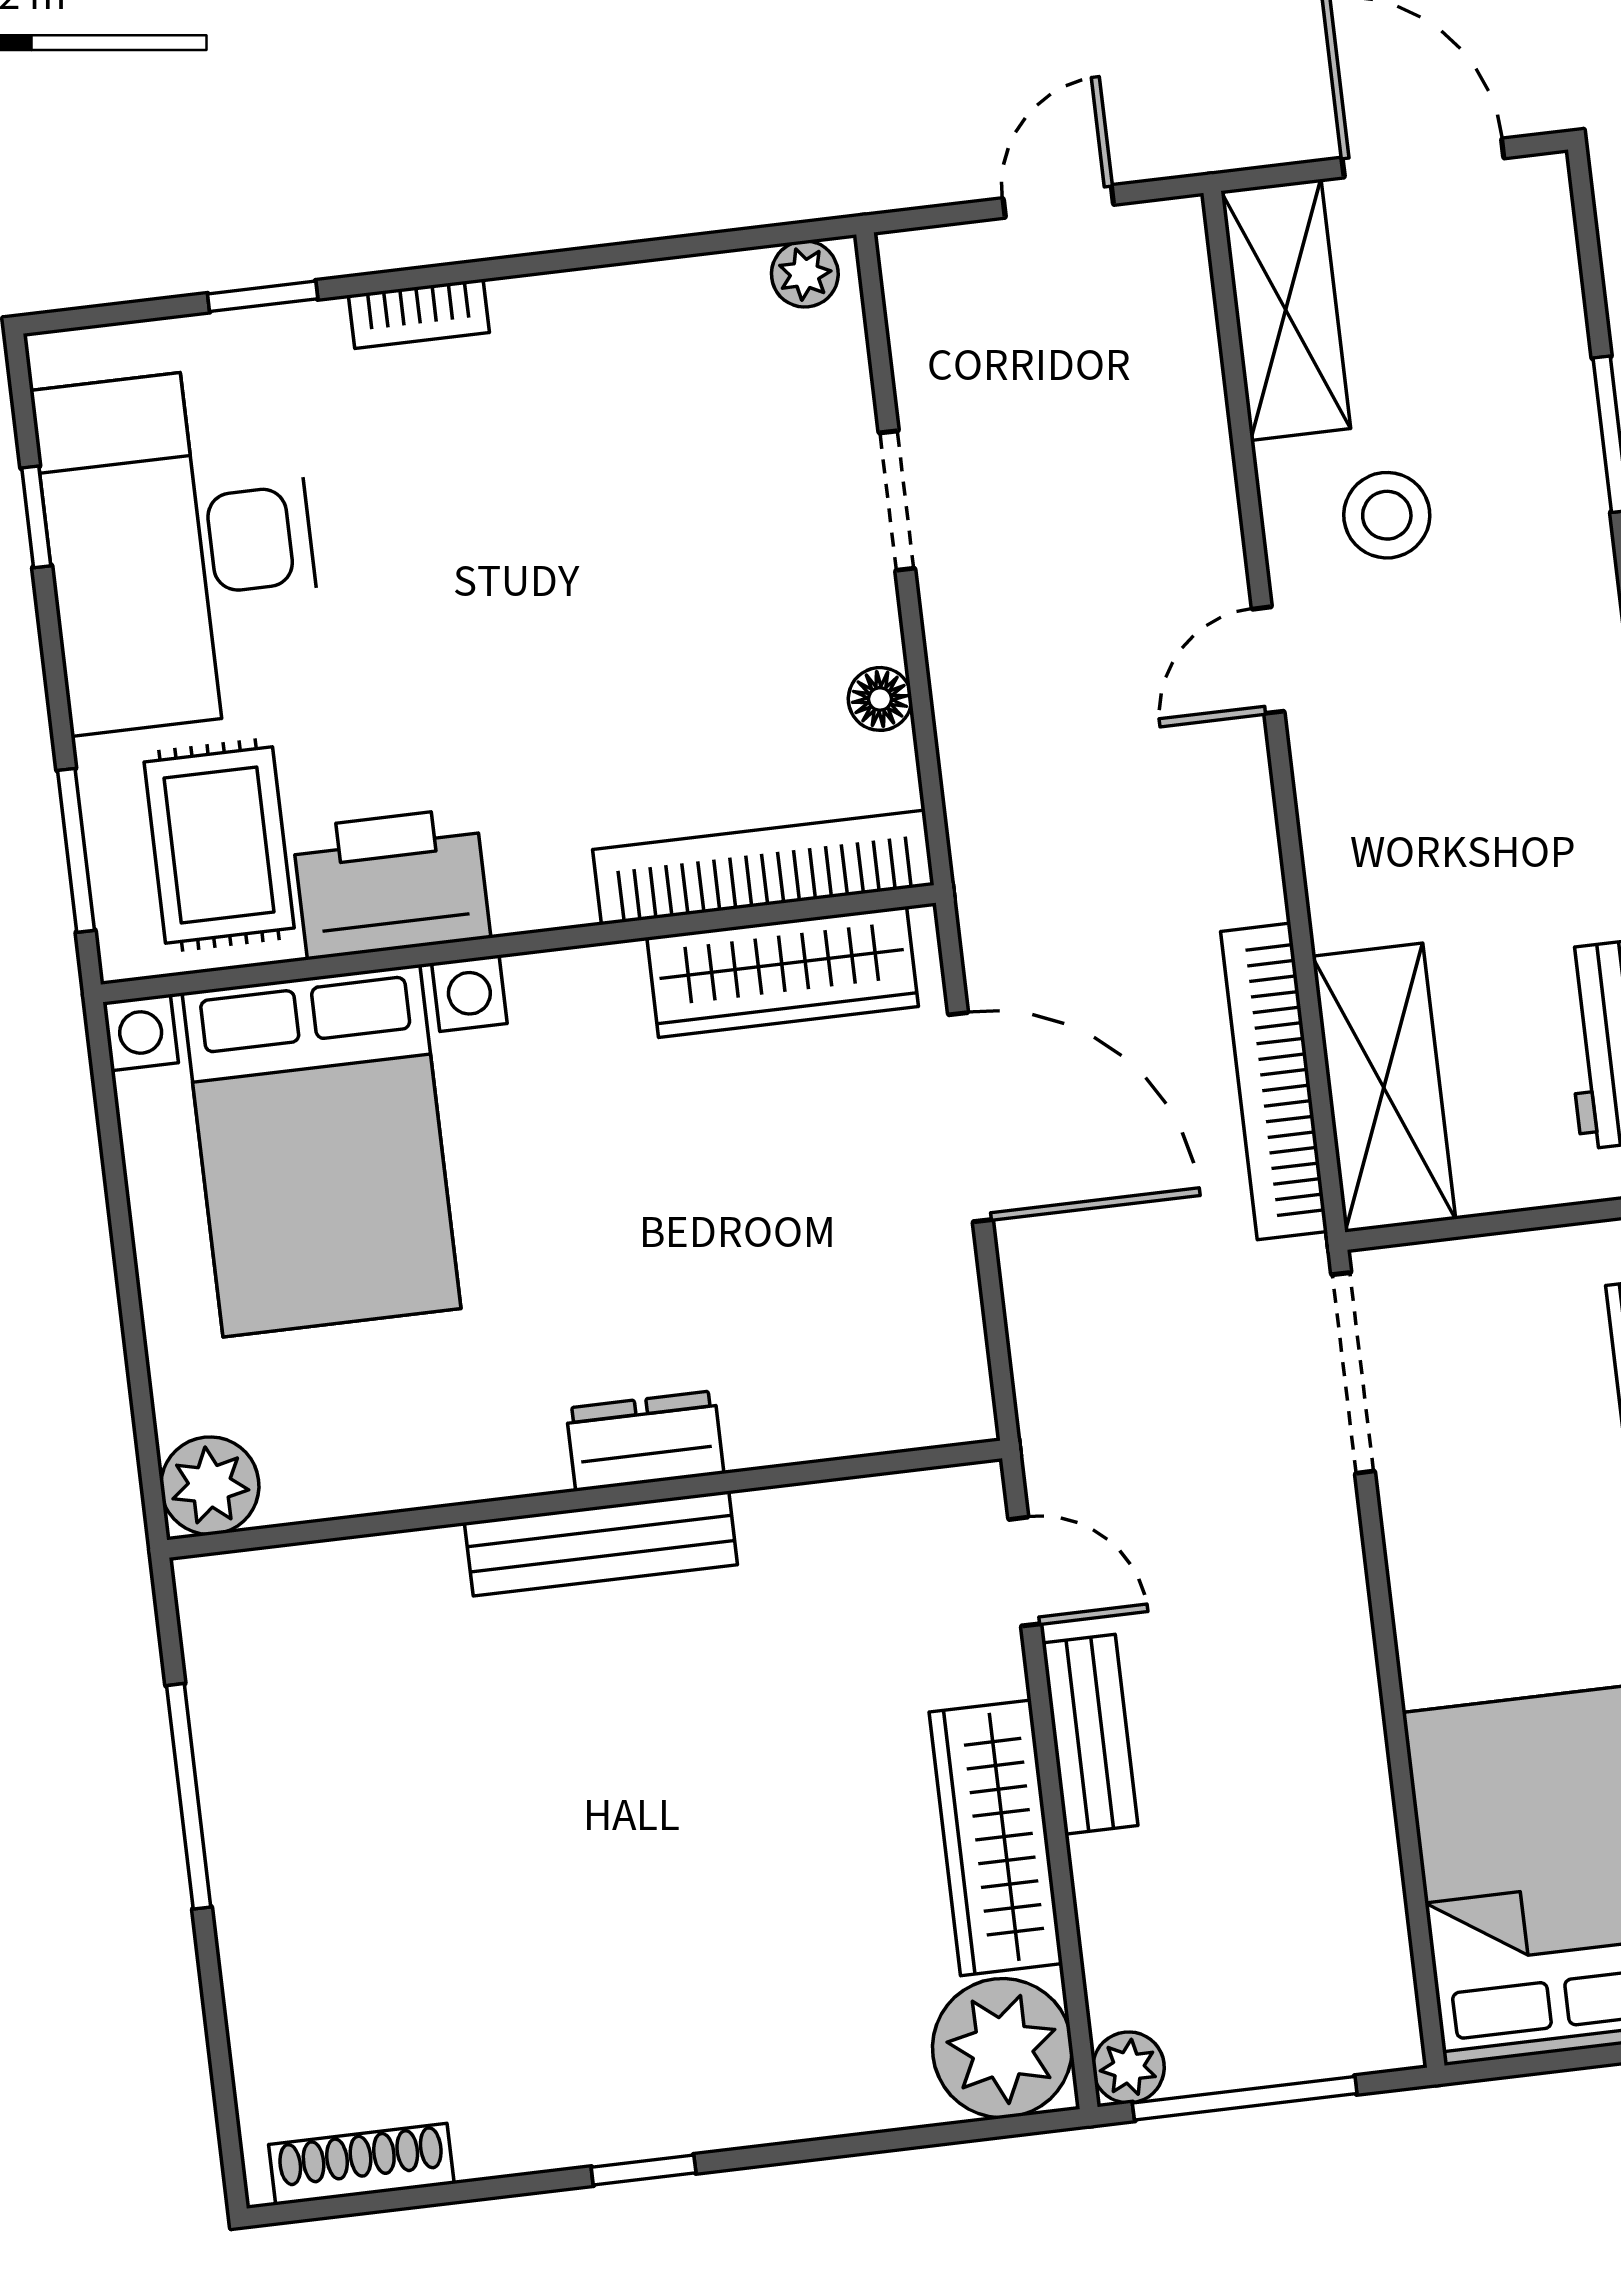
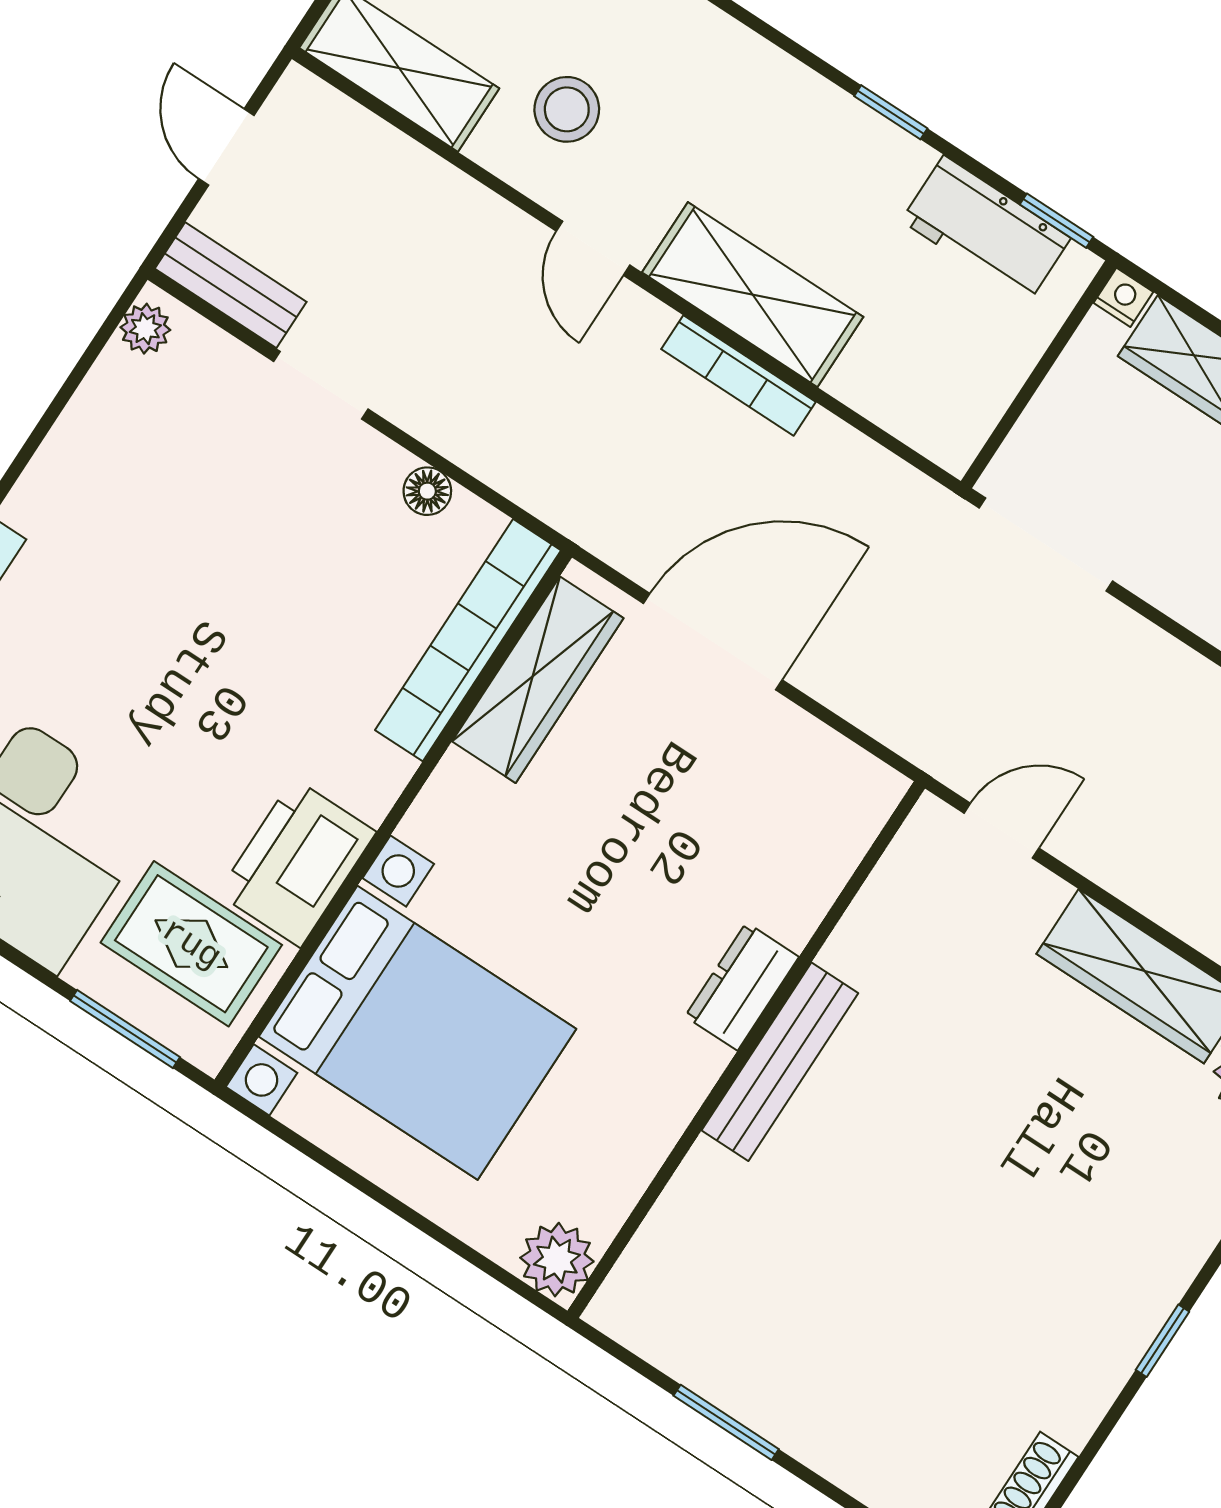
bookcase: (1274, 1081) -> (738, 375), moved, width x0.68, depth x0.76
shelving: (1384, 1088) -> (753, 295), moved
bench: (1090, 1734) -> (231, 285), moved
window: (189, 1796) -> (726, 1422), width x0.69

